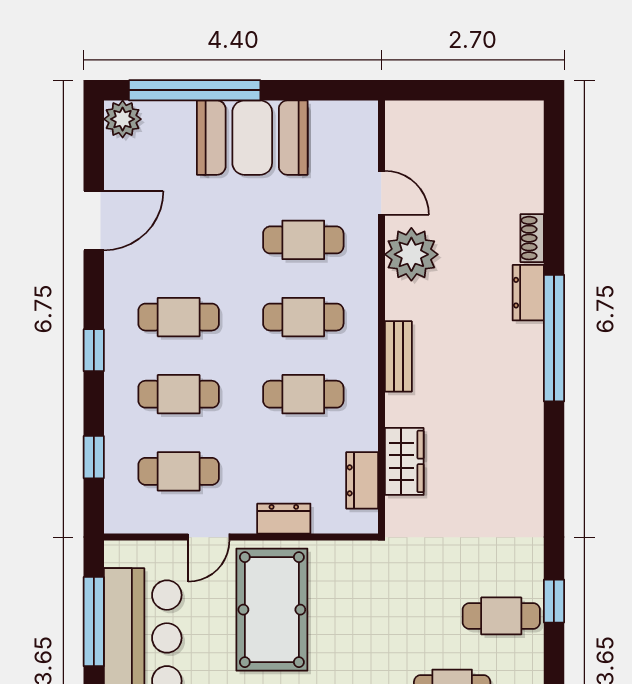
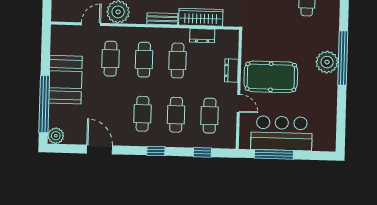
wardrobe: (404, 461) -> (201, 17), width x1.50
dresser: (362, 480) -> (202, 36), moved

